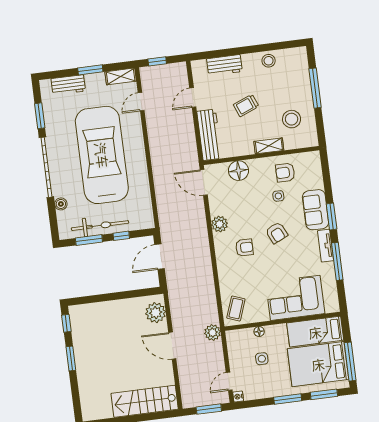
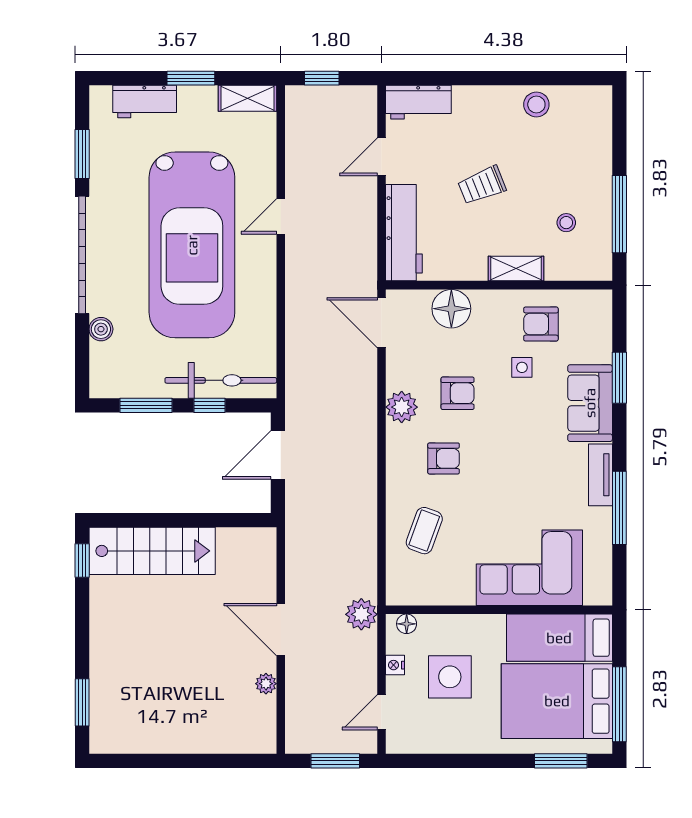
workbench: (224, 65) -> (418, 102), moved
window: (315, 88) -> (619, 214), moved
door: (141, 102) -> (281, 216), moved
stool: (292, 119) -> (566, 223), width x0.53, depth x0.53
car: (102, 155) -> (192, 245), turned 180
window: (332, 217) -> (619, 378), moved
bicycle: (100, 226) -> (221, 380), moved
armchair: (277, 233) -> (458, 393), moved, turned -65
coffee table: (236, 309) -> (424, 531), moved
plant: (156, 313) -> (266, 684), moved, width x0.53, depth x0.53
floor lamp: (259, 332) -> (407, 624), moved
window: (71, 358) -> (82, 702), moved
side table: (262, 359) -> (450, 677), width x1.87, depth x1.87
nightstand: (238, 397) -> (395, 665), moved
window: (288, 399) -> (490, 761), removed
stairs: (145, 401) -> (152, 551), moved, turned 180

